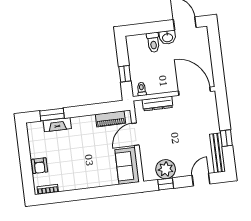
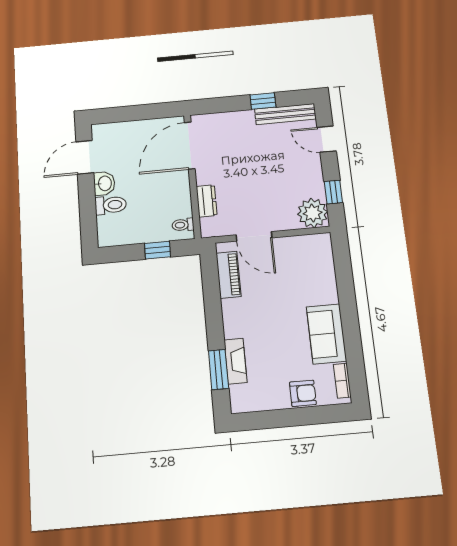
dresser: (158, 104) -> (207, 201), width x0.70
sofa: (127, 166) -> (326, 334), moved, turned 90
plant: (166, 169) -> (313, 213), moved

